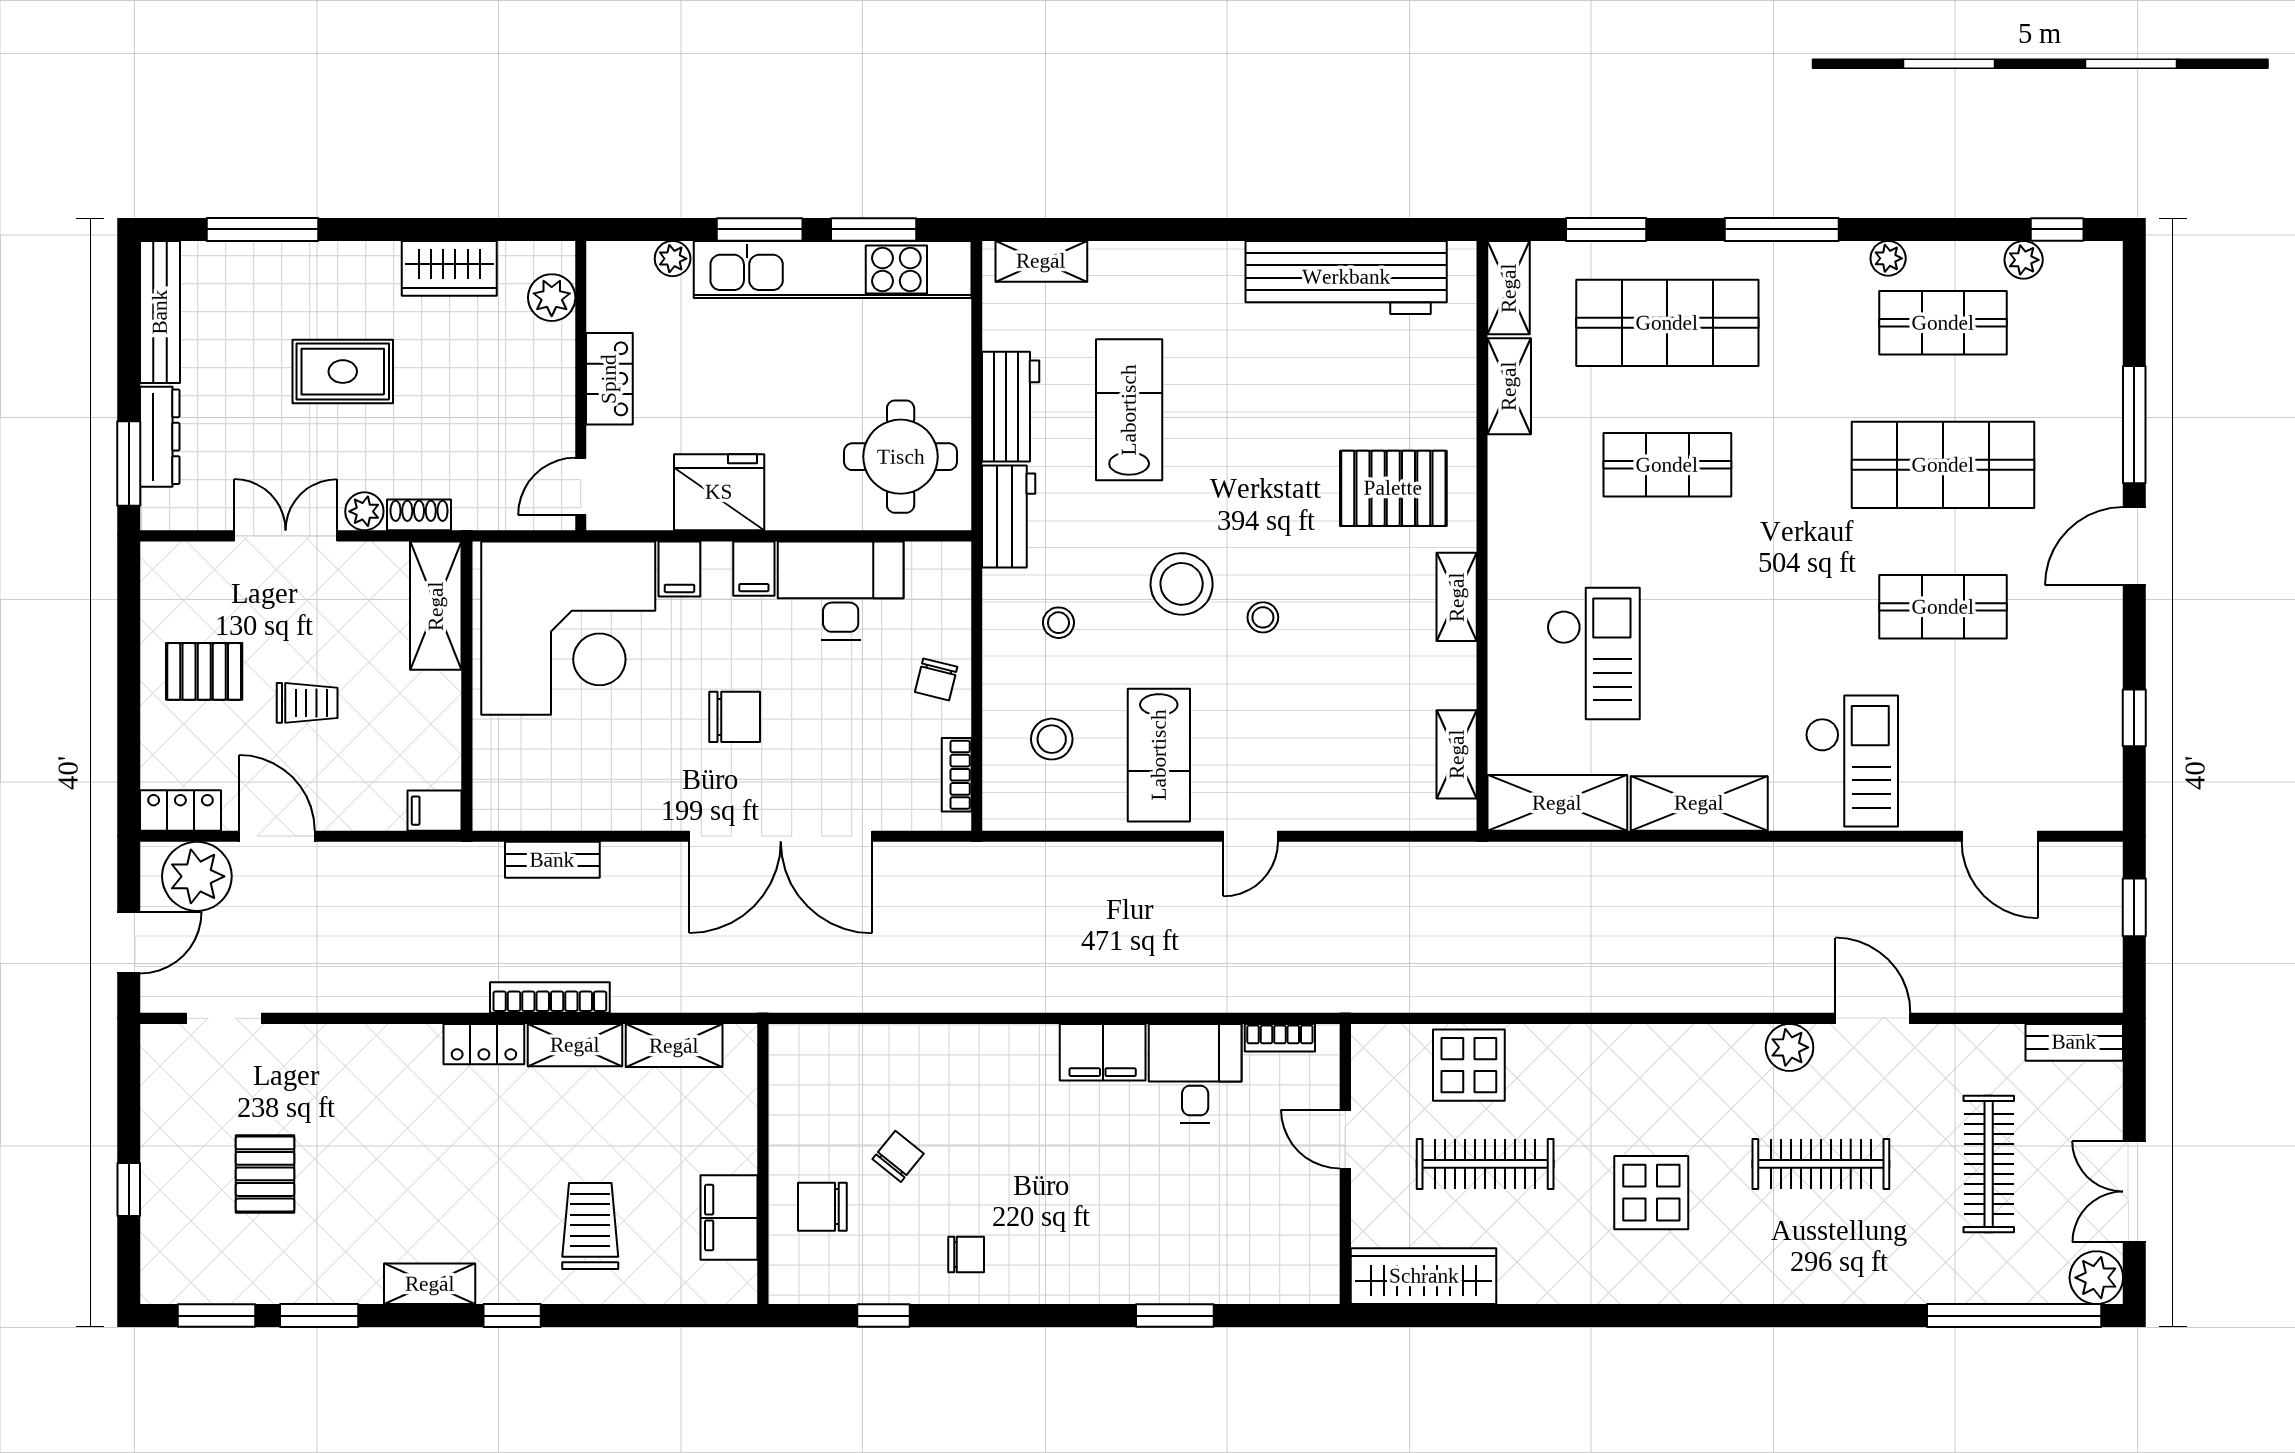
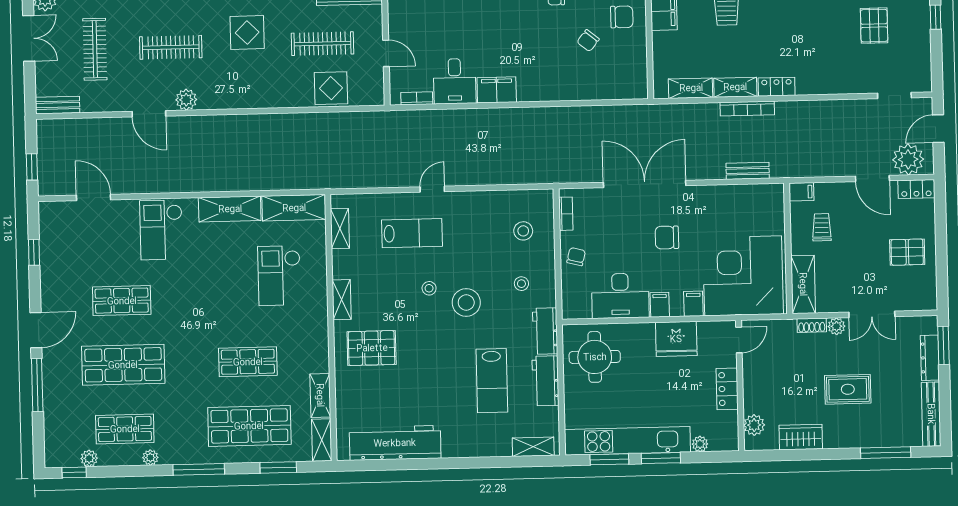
trolley: (307, 703) -> (822, 227), moved, turned 90
lab bench: (1159, 755) -> (412, 233), moved, turned 90

